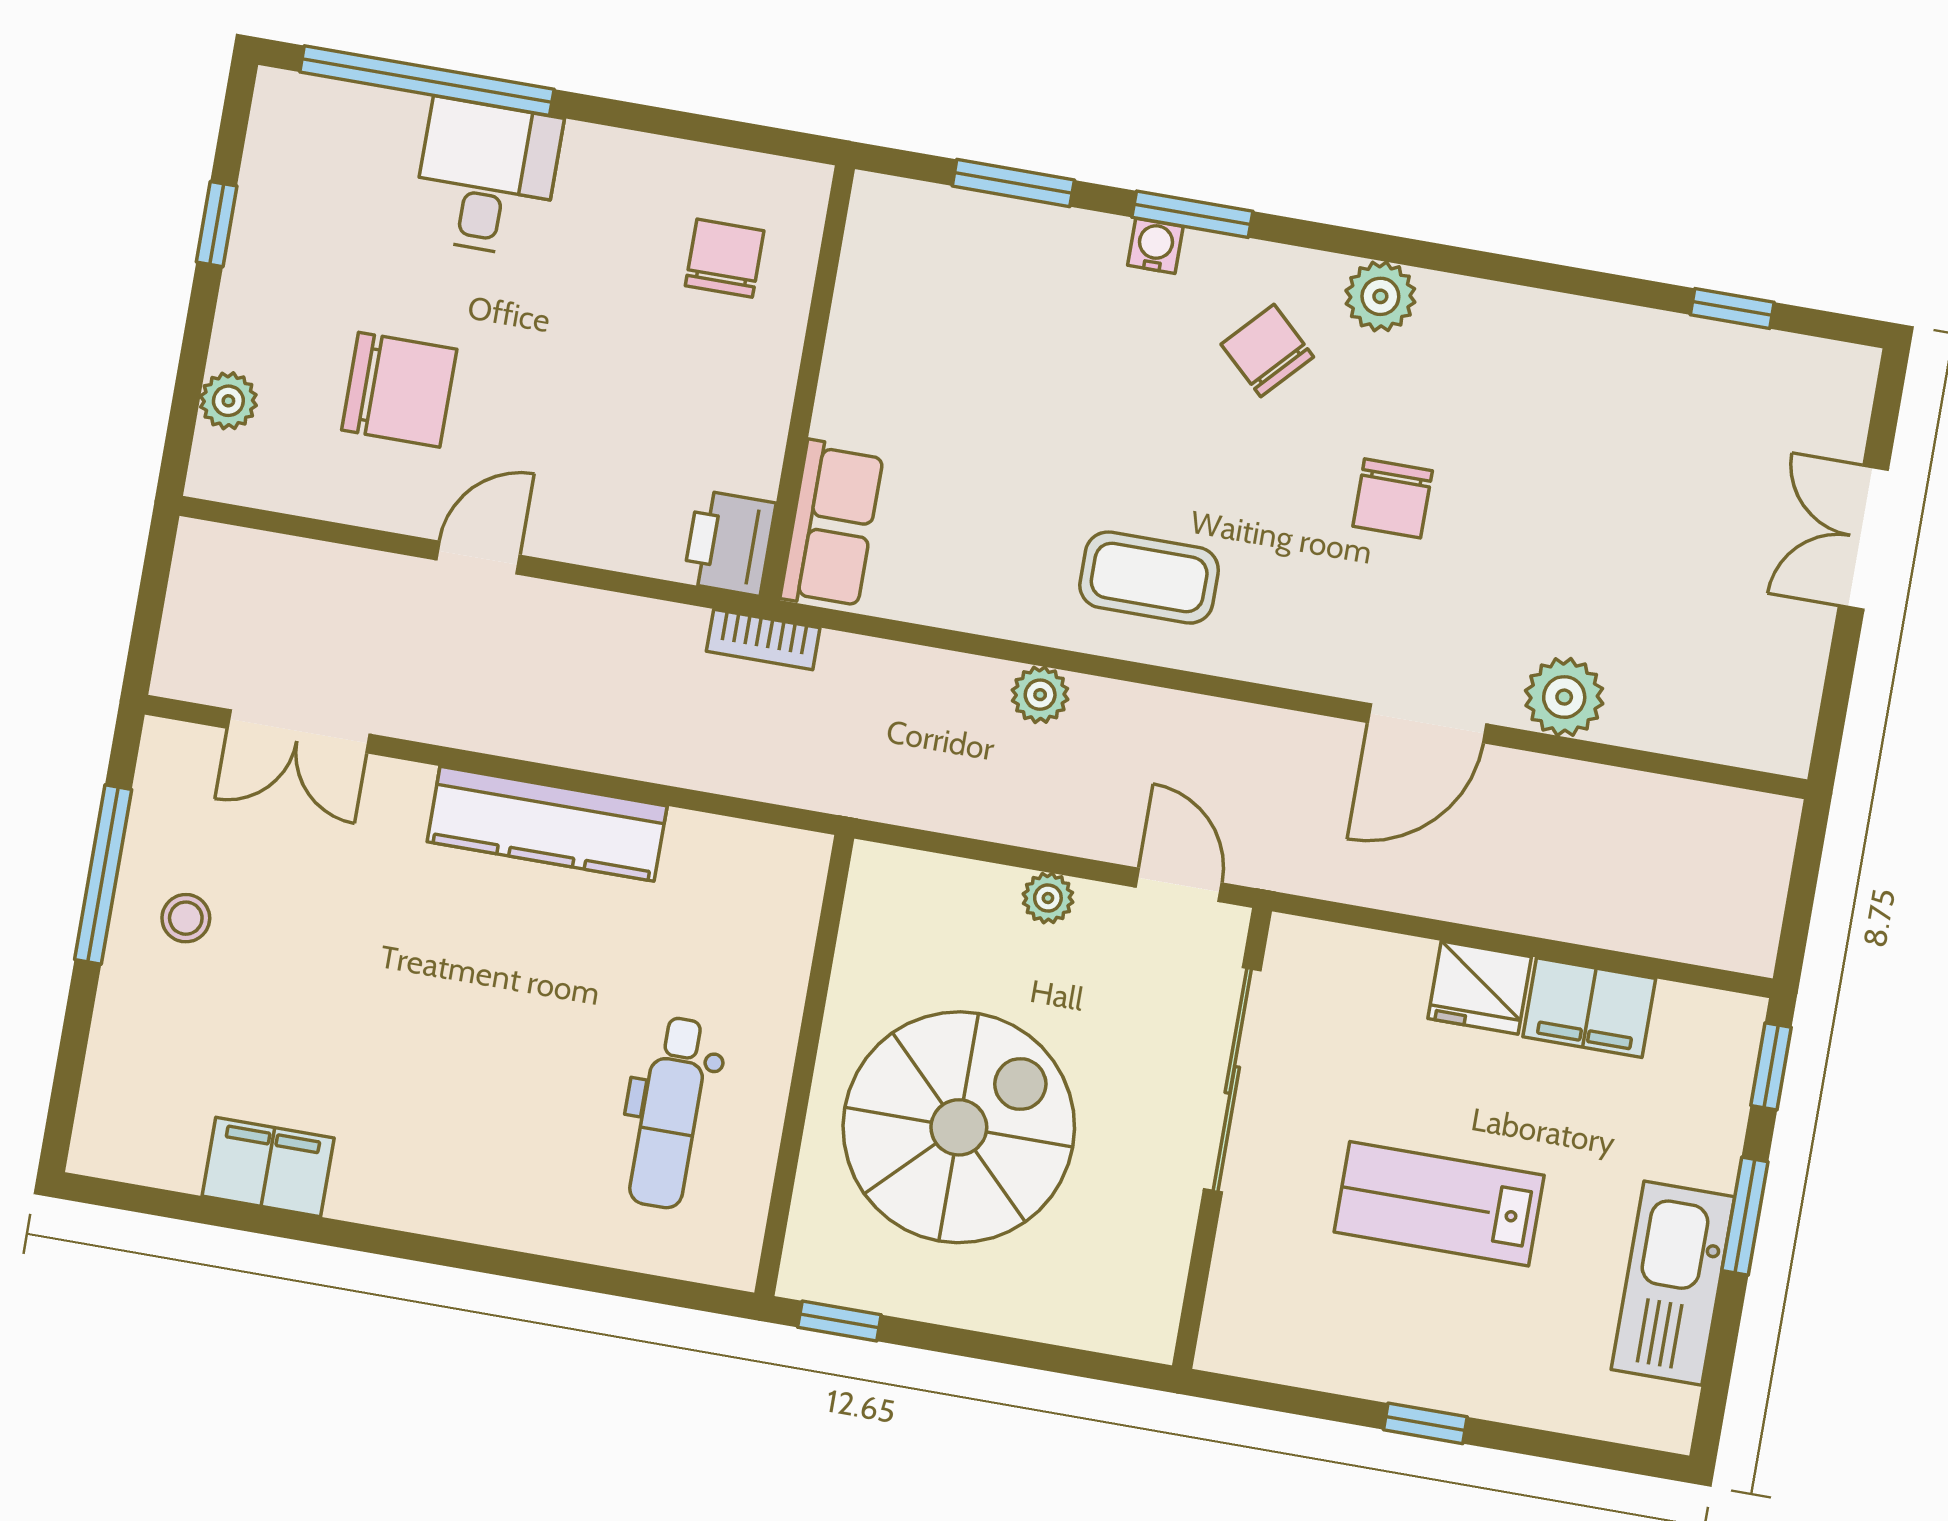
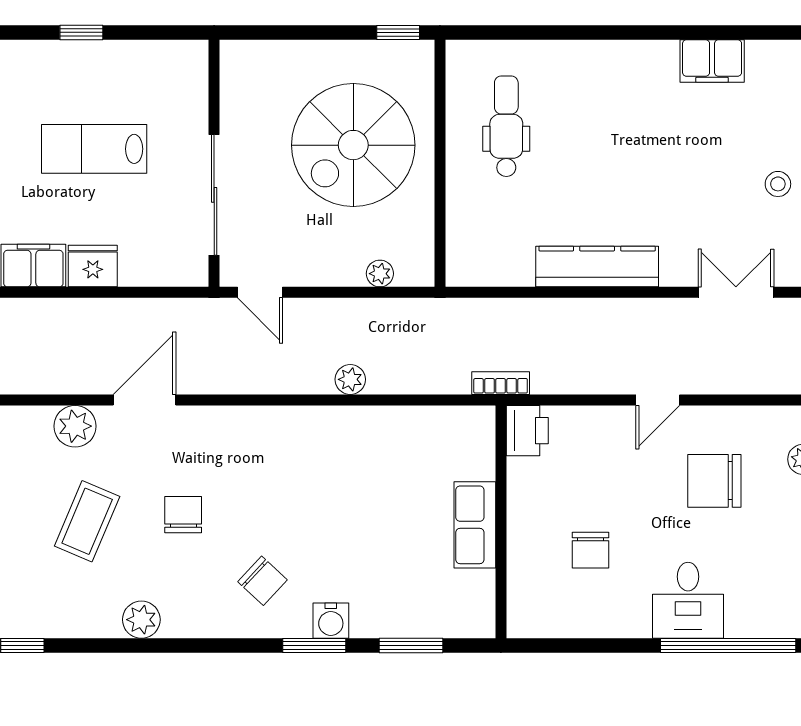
water cooler: (1155, 246) -> (331, 621), width x1.38, depth x1.38
chair: (725, 258) -> (591, 550), moved
plant: (1380, 296) -> (141, 620), moved
row of seats: (832, 525) -> (475, 525), moved
coffee table: (1149, 578) -> (87, 521), moved, turned -67
plant: (1048, 898) -> (380, 274), moved
lab bench: (1439, 1204) -> (94, 149), turned 180

